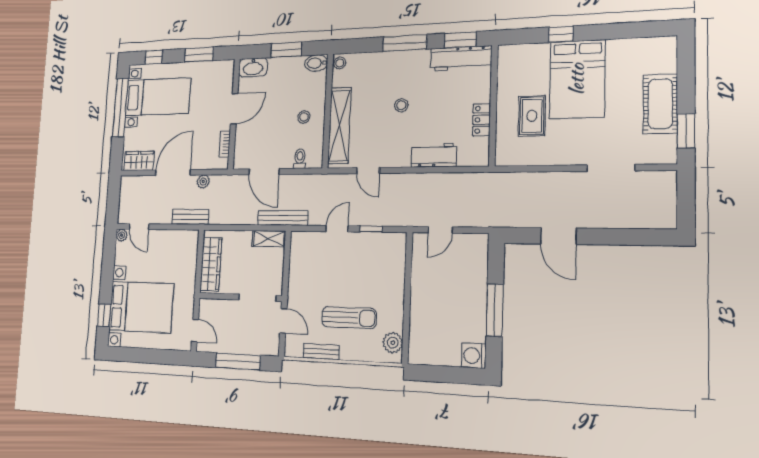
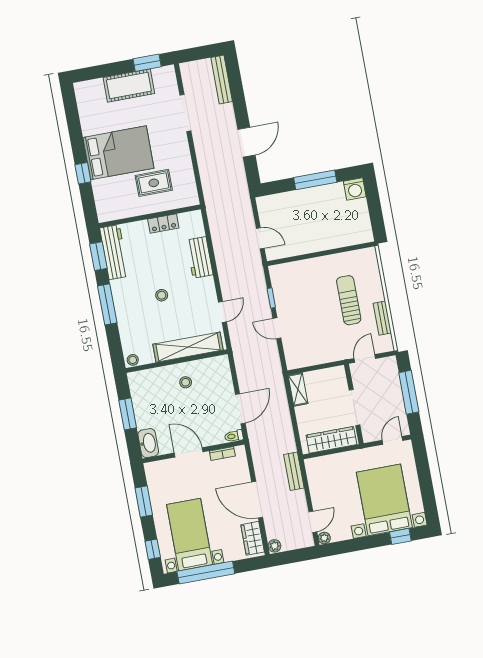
bidet: (316, 63) -> (136, 382), removed
toilet: (300, 159) -> (234, 436), moved
plant: (203, 182) -> (274, 546), moved
bench: (283, 218) -> (222, 79), moved
doorway: (257, 298) -> (354, 407), moved
plant: (393, 343) -> (360, 258), removed

